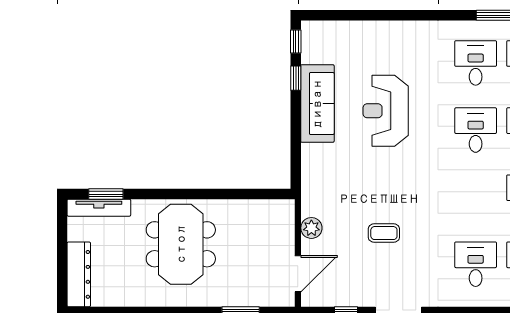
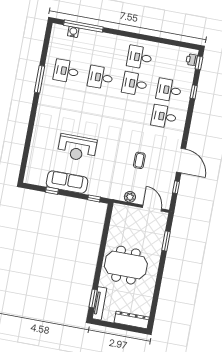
window: (296, 41) -> (94, 198), moved
desk: (476, 63) -> (61, 98), removed
desk: (476, 130) -> (95, 104), removed

